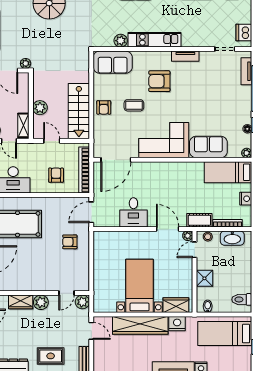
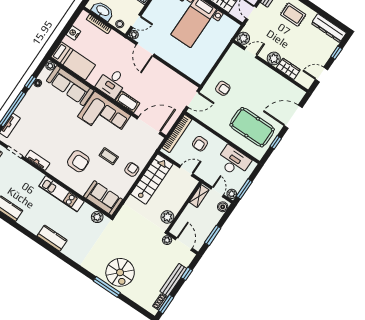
plant: (121, 41) -> (97, 217), moved
tv unit: (185, 56) -> (38, 160), moved
plant: (40, 108) -> (167, 217), moved
door: (52, 141) -> (186, 171), swing flipped
sofa: (208, 147) -> (70, 86), width x1.36
desk: (133, 212) -> (112, 83), moved, turned 180
cot: (199, 220) -> (128, 102), moved

